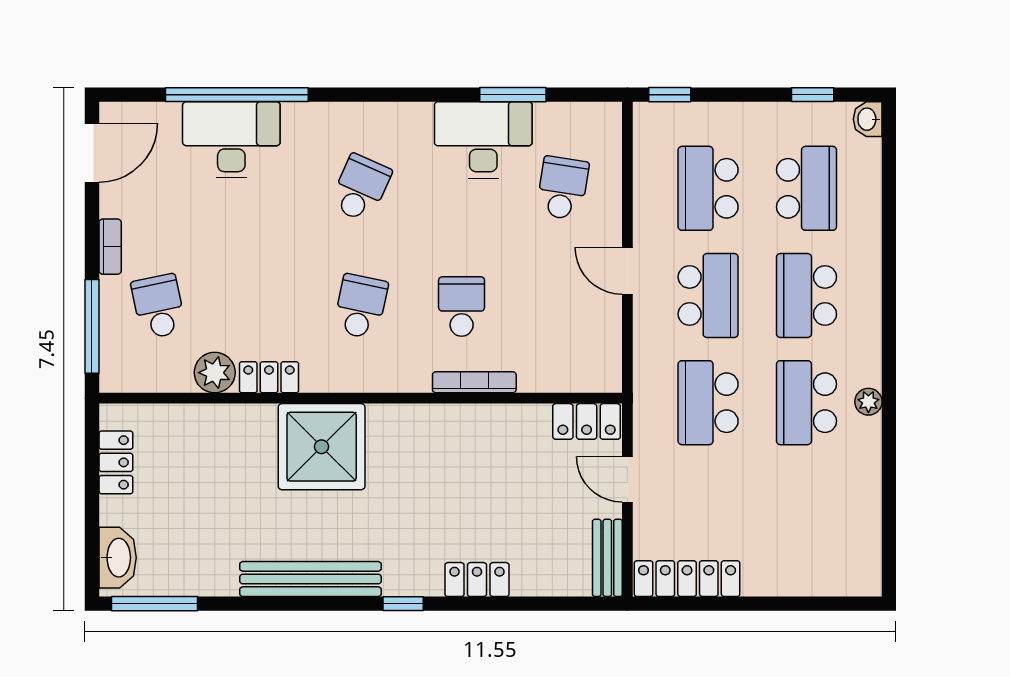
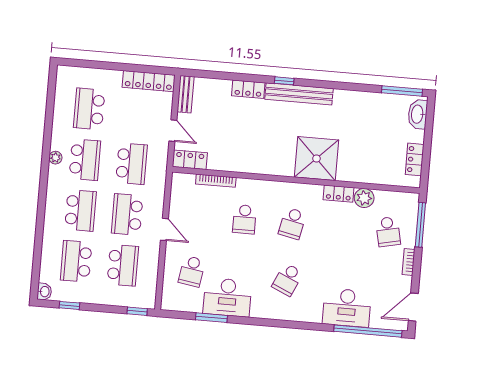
window: (237, 95) -> (368, 331), moved
bookcase: (474, 382) -> (216, 181), moved
school desk: (807, 510) -> (89, 109), added
bench: (310, 579) -> (299, 94), moved

